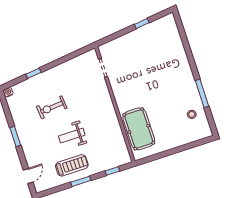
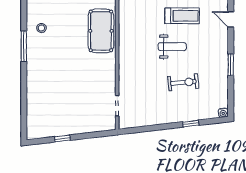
treadmill: (72, 165) -> (182, 16), turned 180
door: (28, 176) -> (231, 19), hinge flipped

